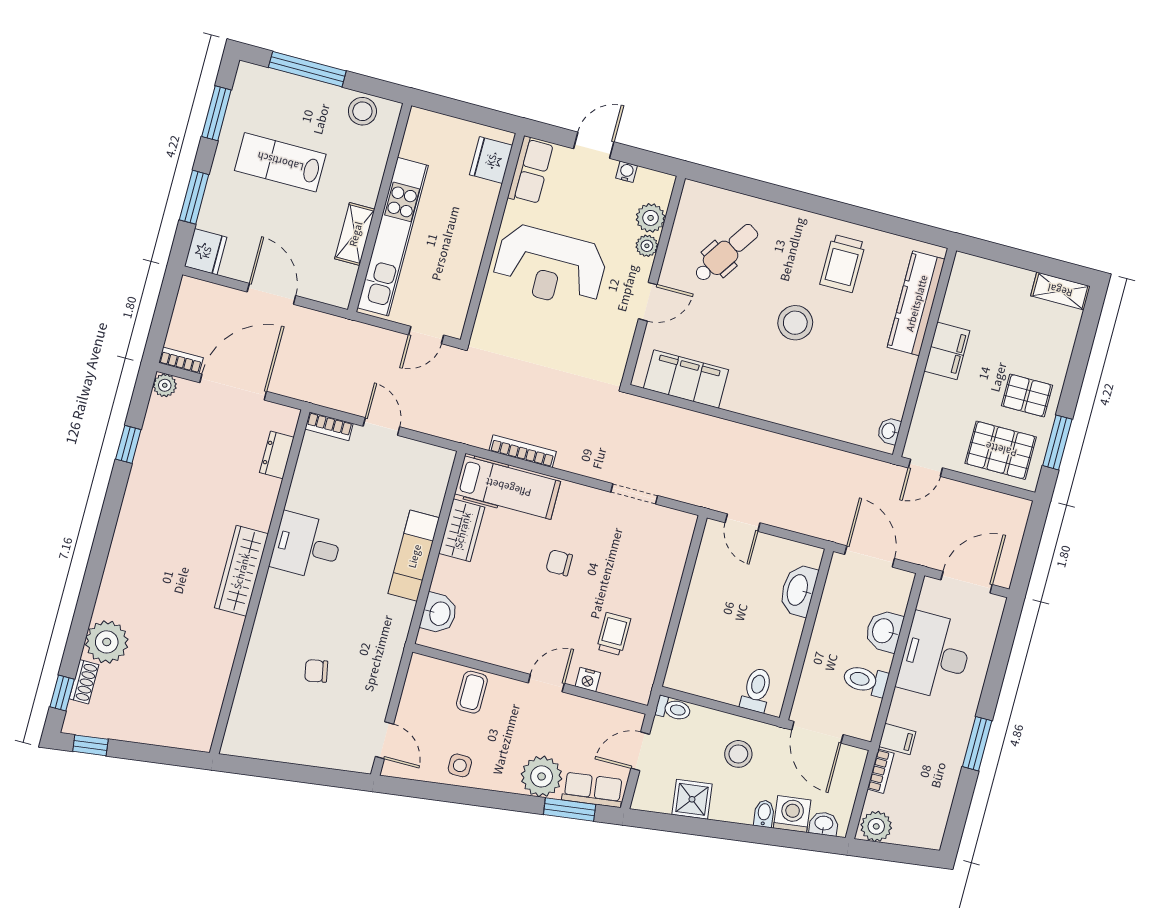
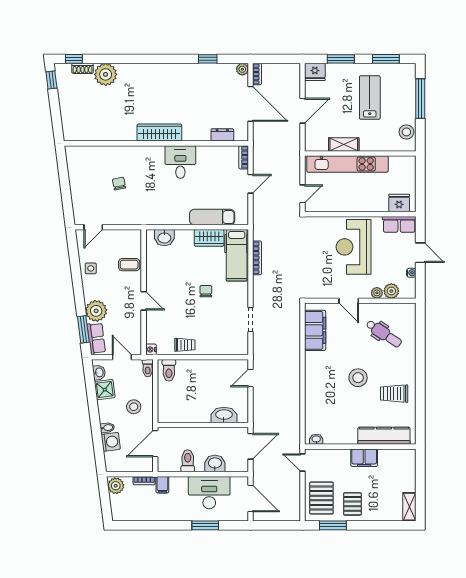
door: (426, 335) -> (303, 194), swing flipped
exam couch: (414, 556) -> (212, 217), moved
trolley: (614, 634) -> (185, 345), moved
nightstand: (588, 680) -> (151, 349), moved
toilet: (757, 690) -> (169, 370), moved, turned 90
window: (977, 744) -> (205, 525), moved
washbasin: (824, 824) -> (99, 372), moved

